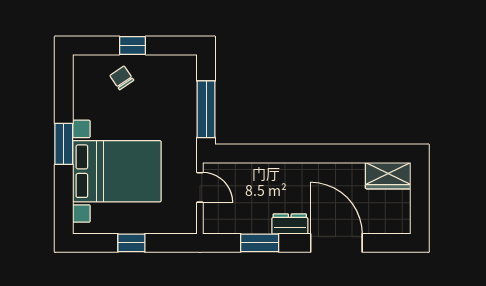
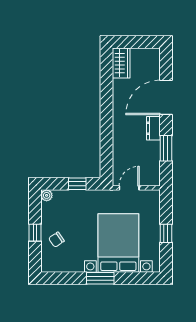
plant: (189, 63) -> (47, 195), added
window: (206, 109) -> (77, 184), width x0.46

